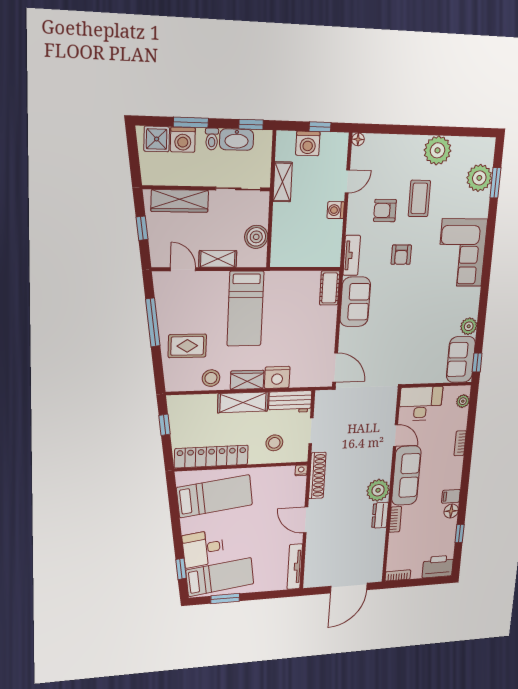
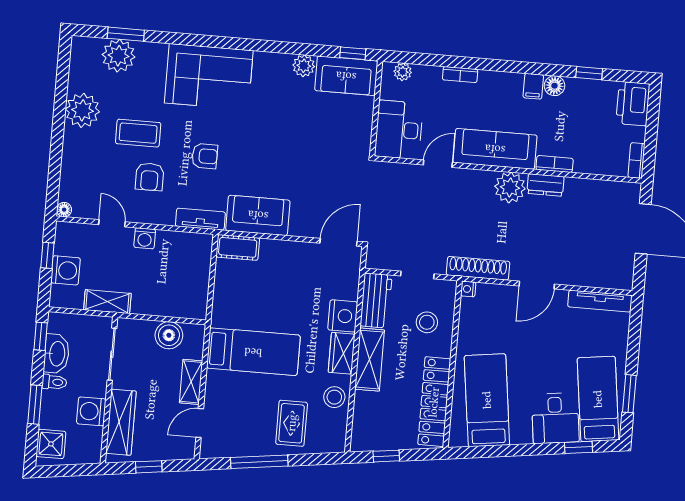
washing machine: (183, 140) -> (91, 411), moved, turned 180

